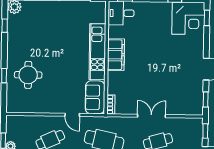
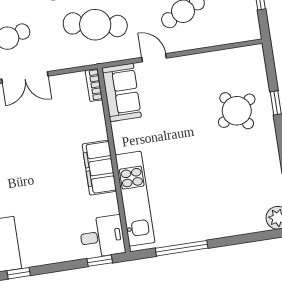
kitchen unit: (97, 52) -> (135, 199), moved
round table: (28, 75) -> (237, 111), turned -33

